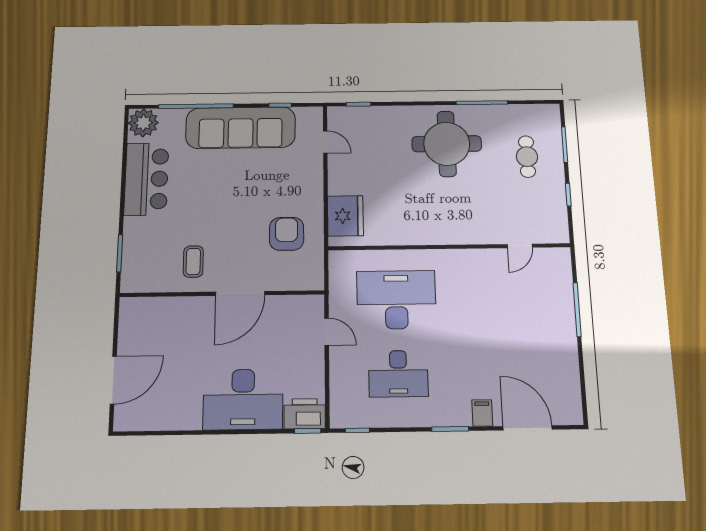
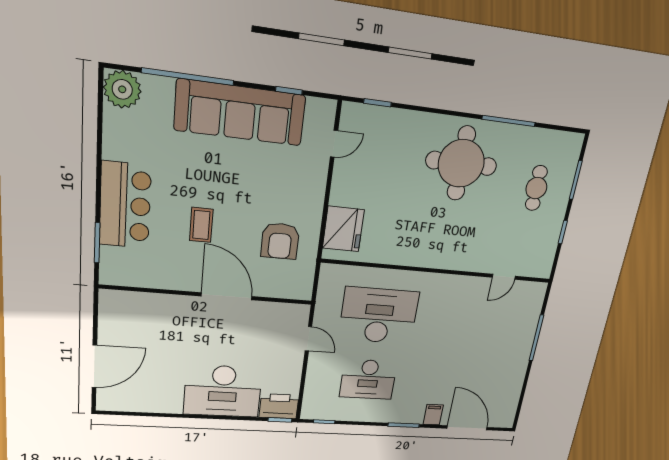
door: (325, 142) -> (334, 144), hinge flipped
bar counter: (146, 179) -> (125, 205), moved
armchair: (287, 234) -> (280, 241), turned 180
coffee table: (193, 262) -> (201, 225), moved
door: (240, 293) -> (227, 296), swing flipped

